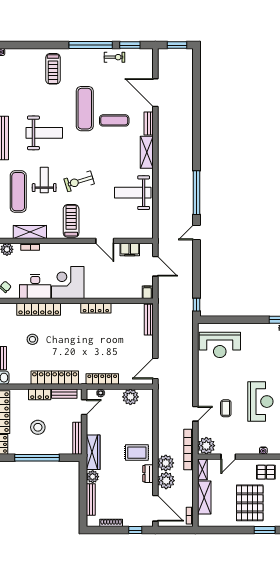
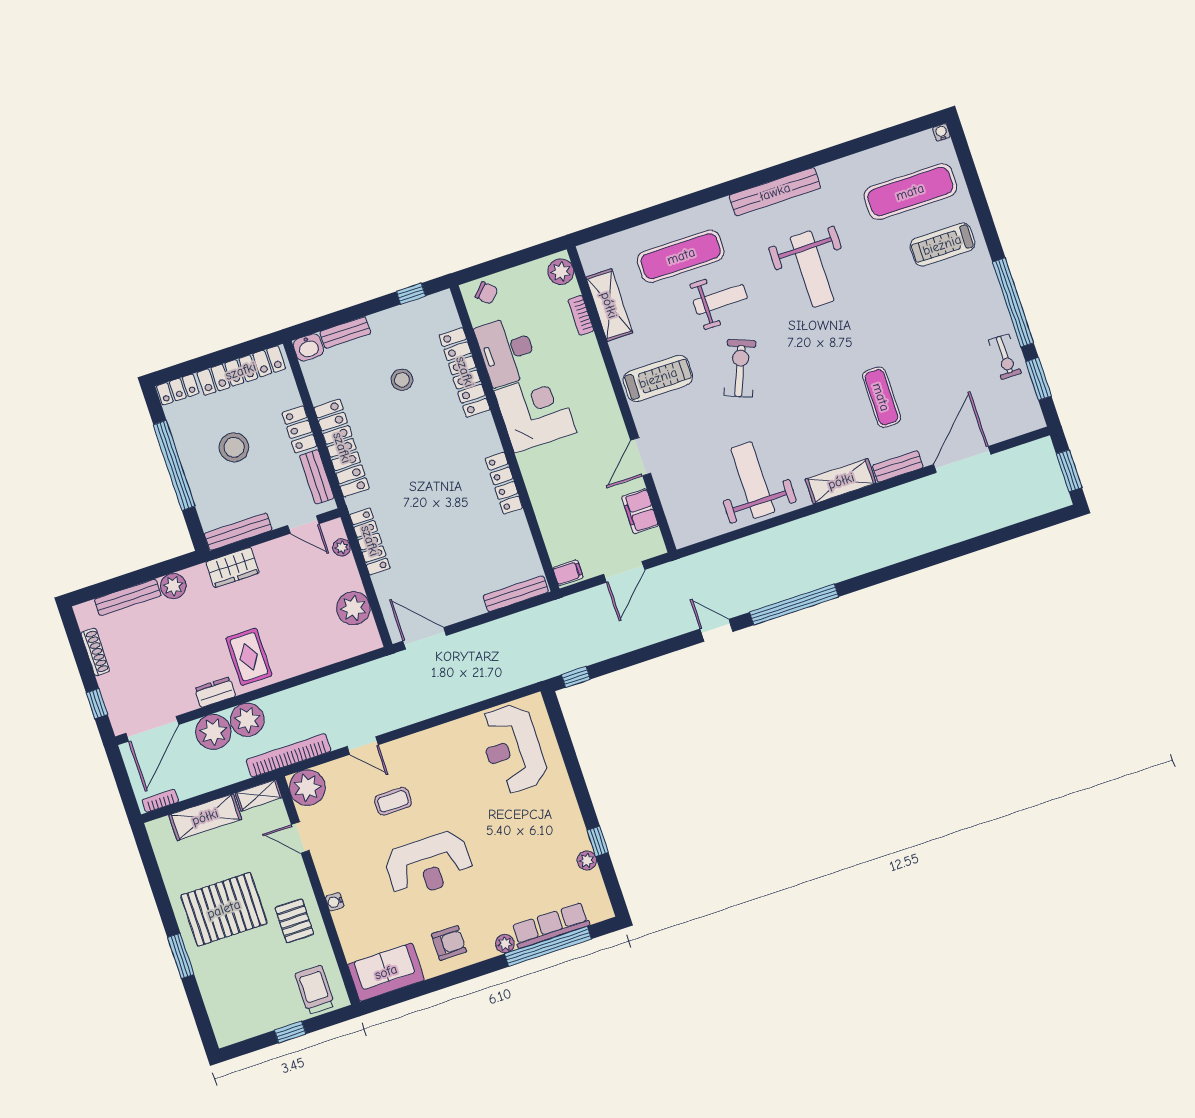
exercise mat: (85, 109) -> (910, 192), moved
exercise bike: (79, 181) -> (740, 368), turned 39
wardrobe: (93, 452) -> (233, 567), width x0.67

